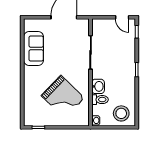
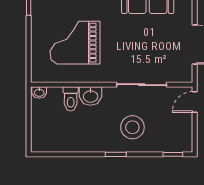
door: (122, 17) -> (195, 102), moved
grand piano: (63, 97) -> (75, 43), turned 46
stool: (121, 113) -> (132, 127), moved

